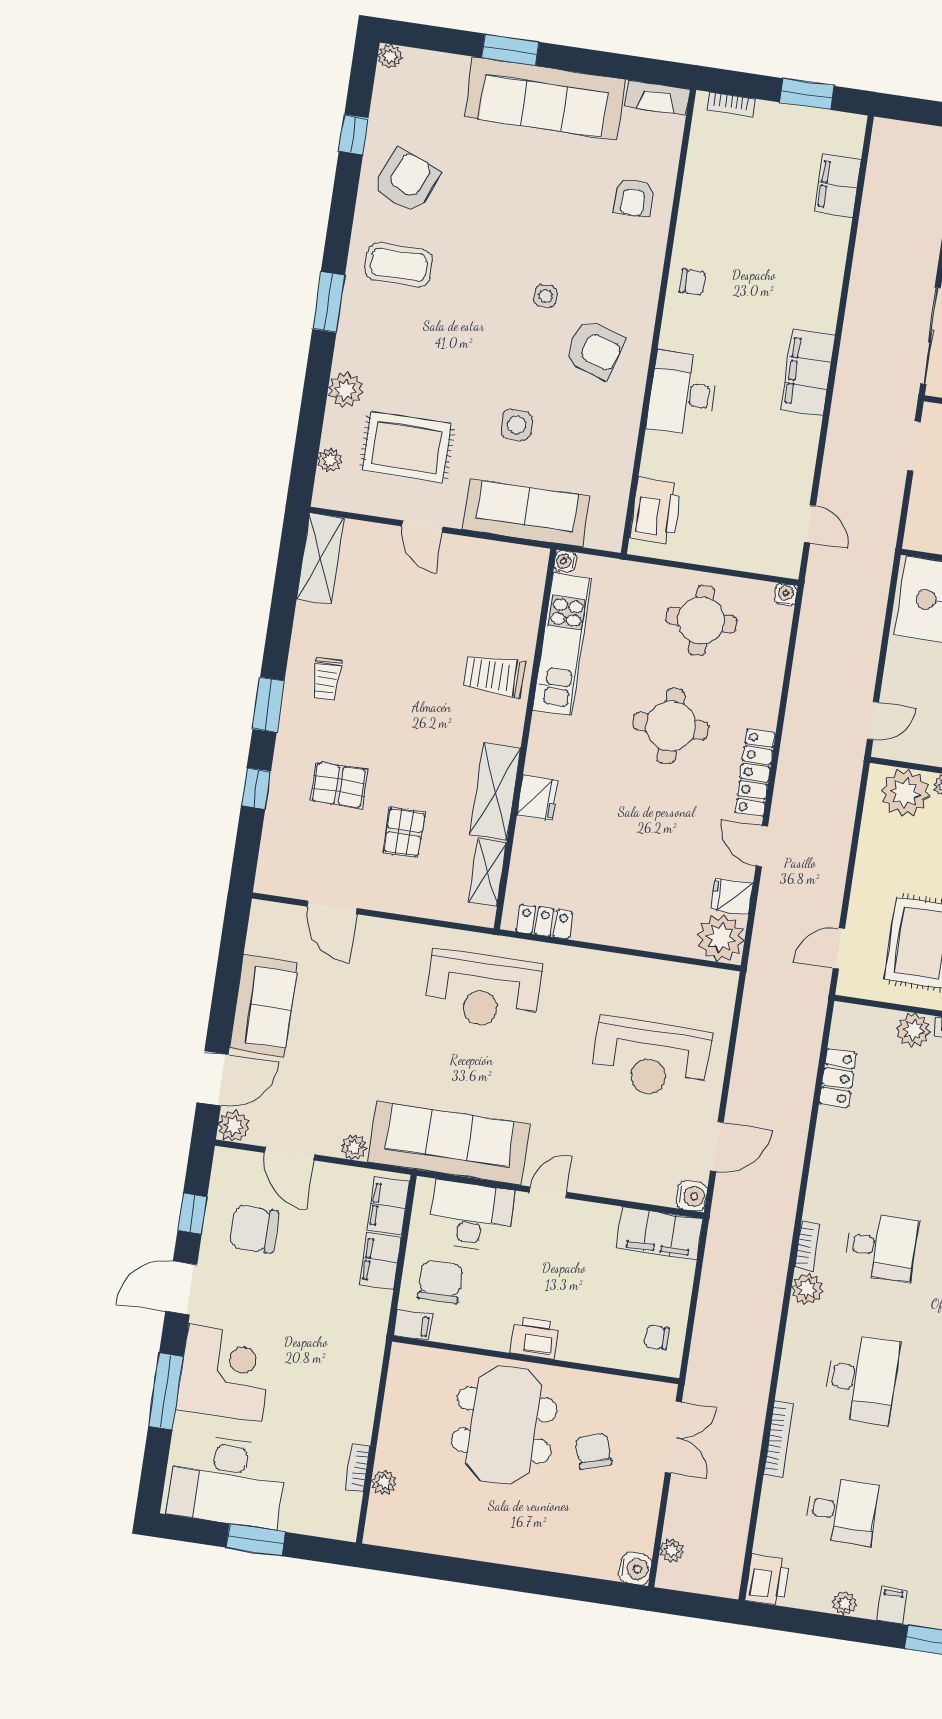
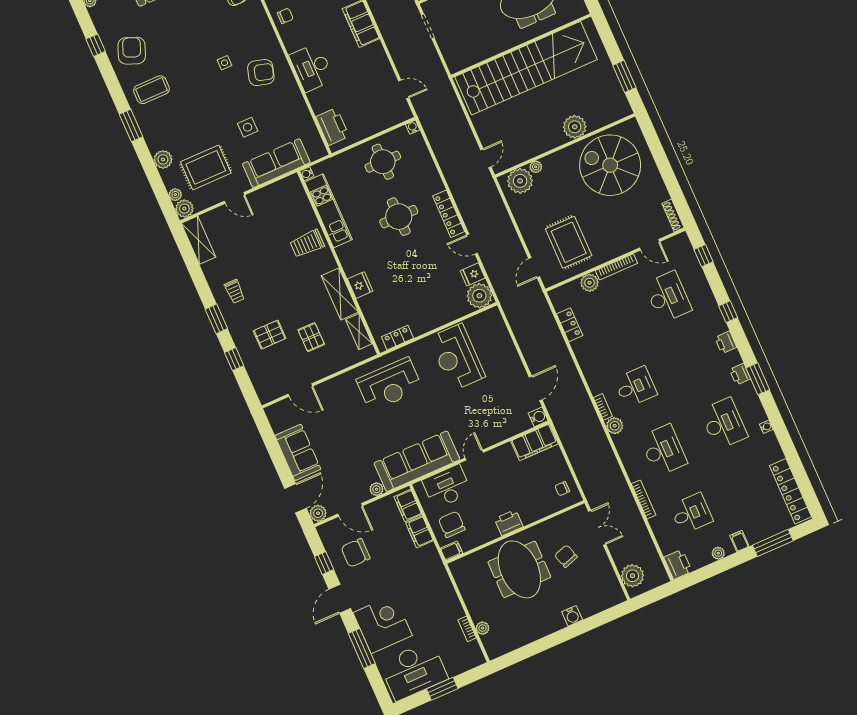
plant: (330, 492) -> (184, 209), added
reception desk: (651, 1058) -> (457, 357), moved, turned 90
plant: (672, 1550) -> (632, 576), width x1.87, depth x1.87
water cooler: (635, 1569) -> (572, 616), moved, turned 90

